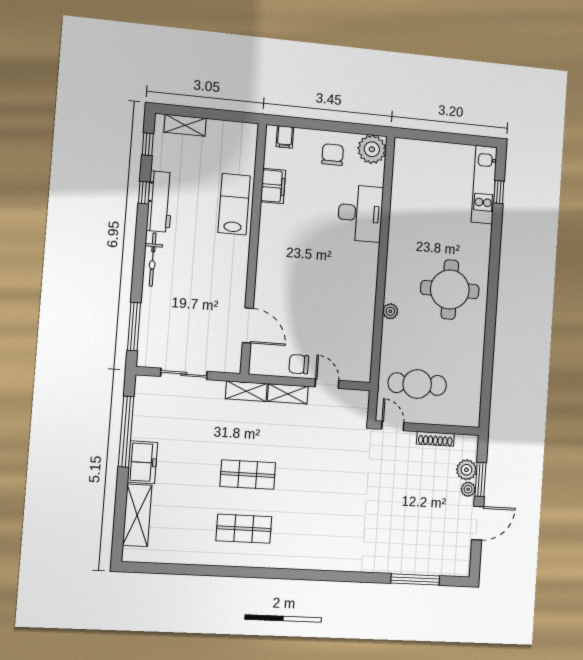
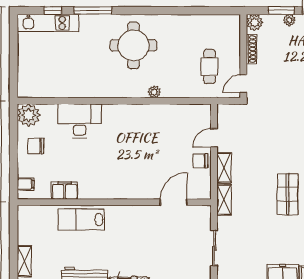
window: (496, 242) -> (93, 11), added
chair: (299, 364) -> (201, 161), turned 90
cafe table: (417, 384) -> (210, 67), width x0.73, depth x0.74
plant: (466, 470) -> (255, 22), moved

